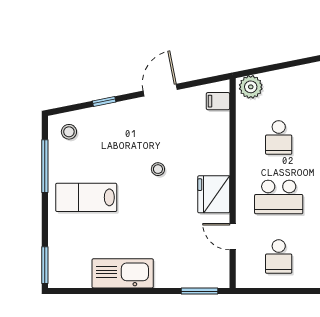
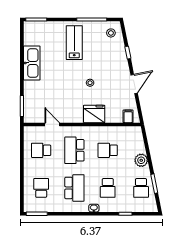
plant: (251, 87) -> (141, 160), moved
door: (160, 90) -> (134, 84), hinge flipped
fridge: (214, 194) -> (94, 114), moved
door: (233, 237) -> (52, 124), hinge flipped

